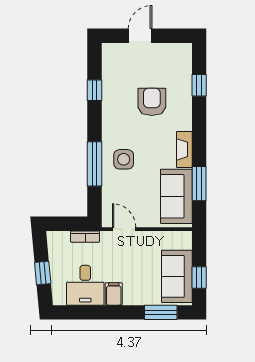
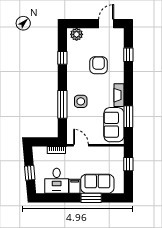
door: (140, 36) -> (106, 24), moved
plant: (117, 53) -> (77, 34), added
sofa: (177, 276) -> (97, 184), moved, turned 90
window: (199, 277) -> (128, 164), moved
window: (161, 312) -> (91, 198), moved

